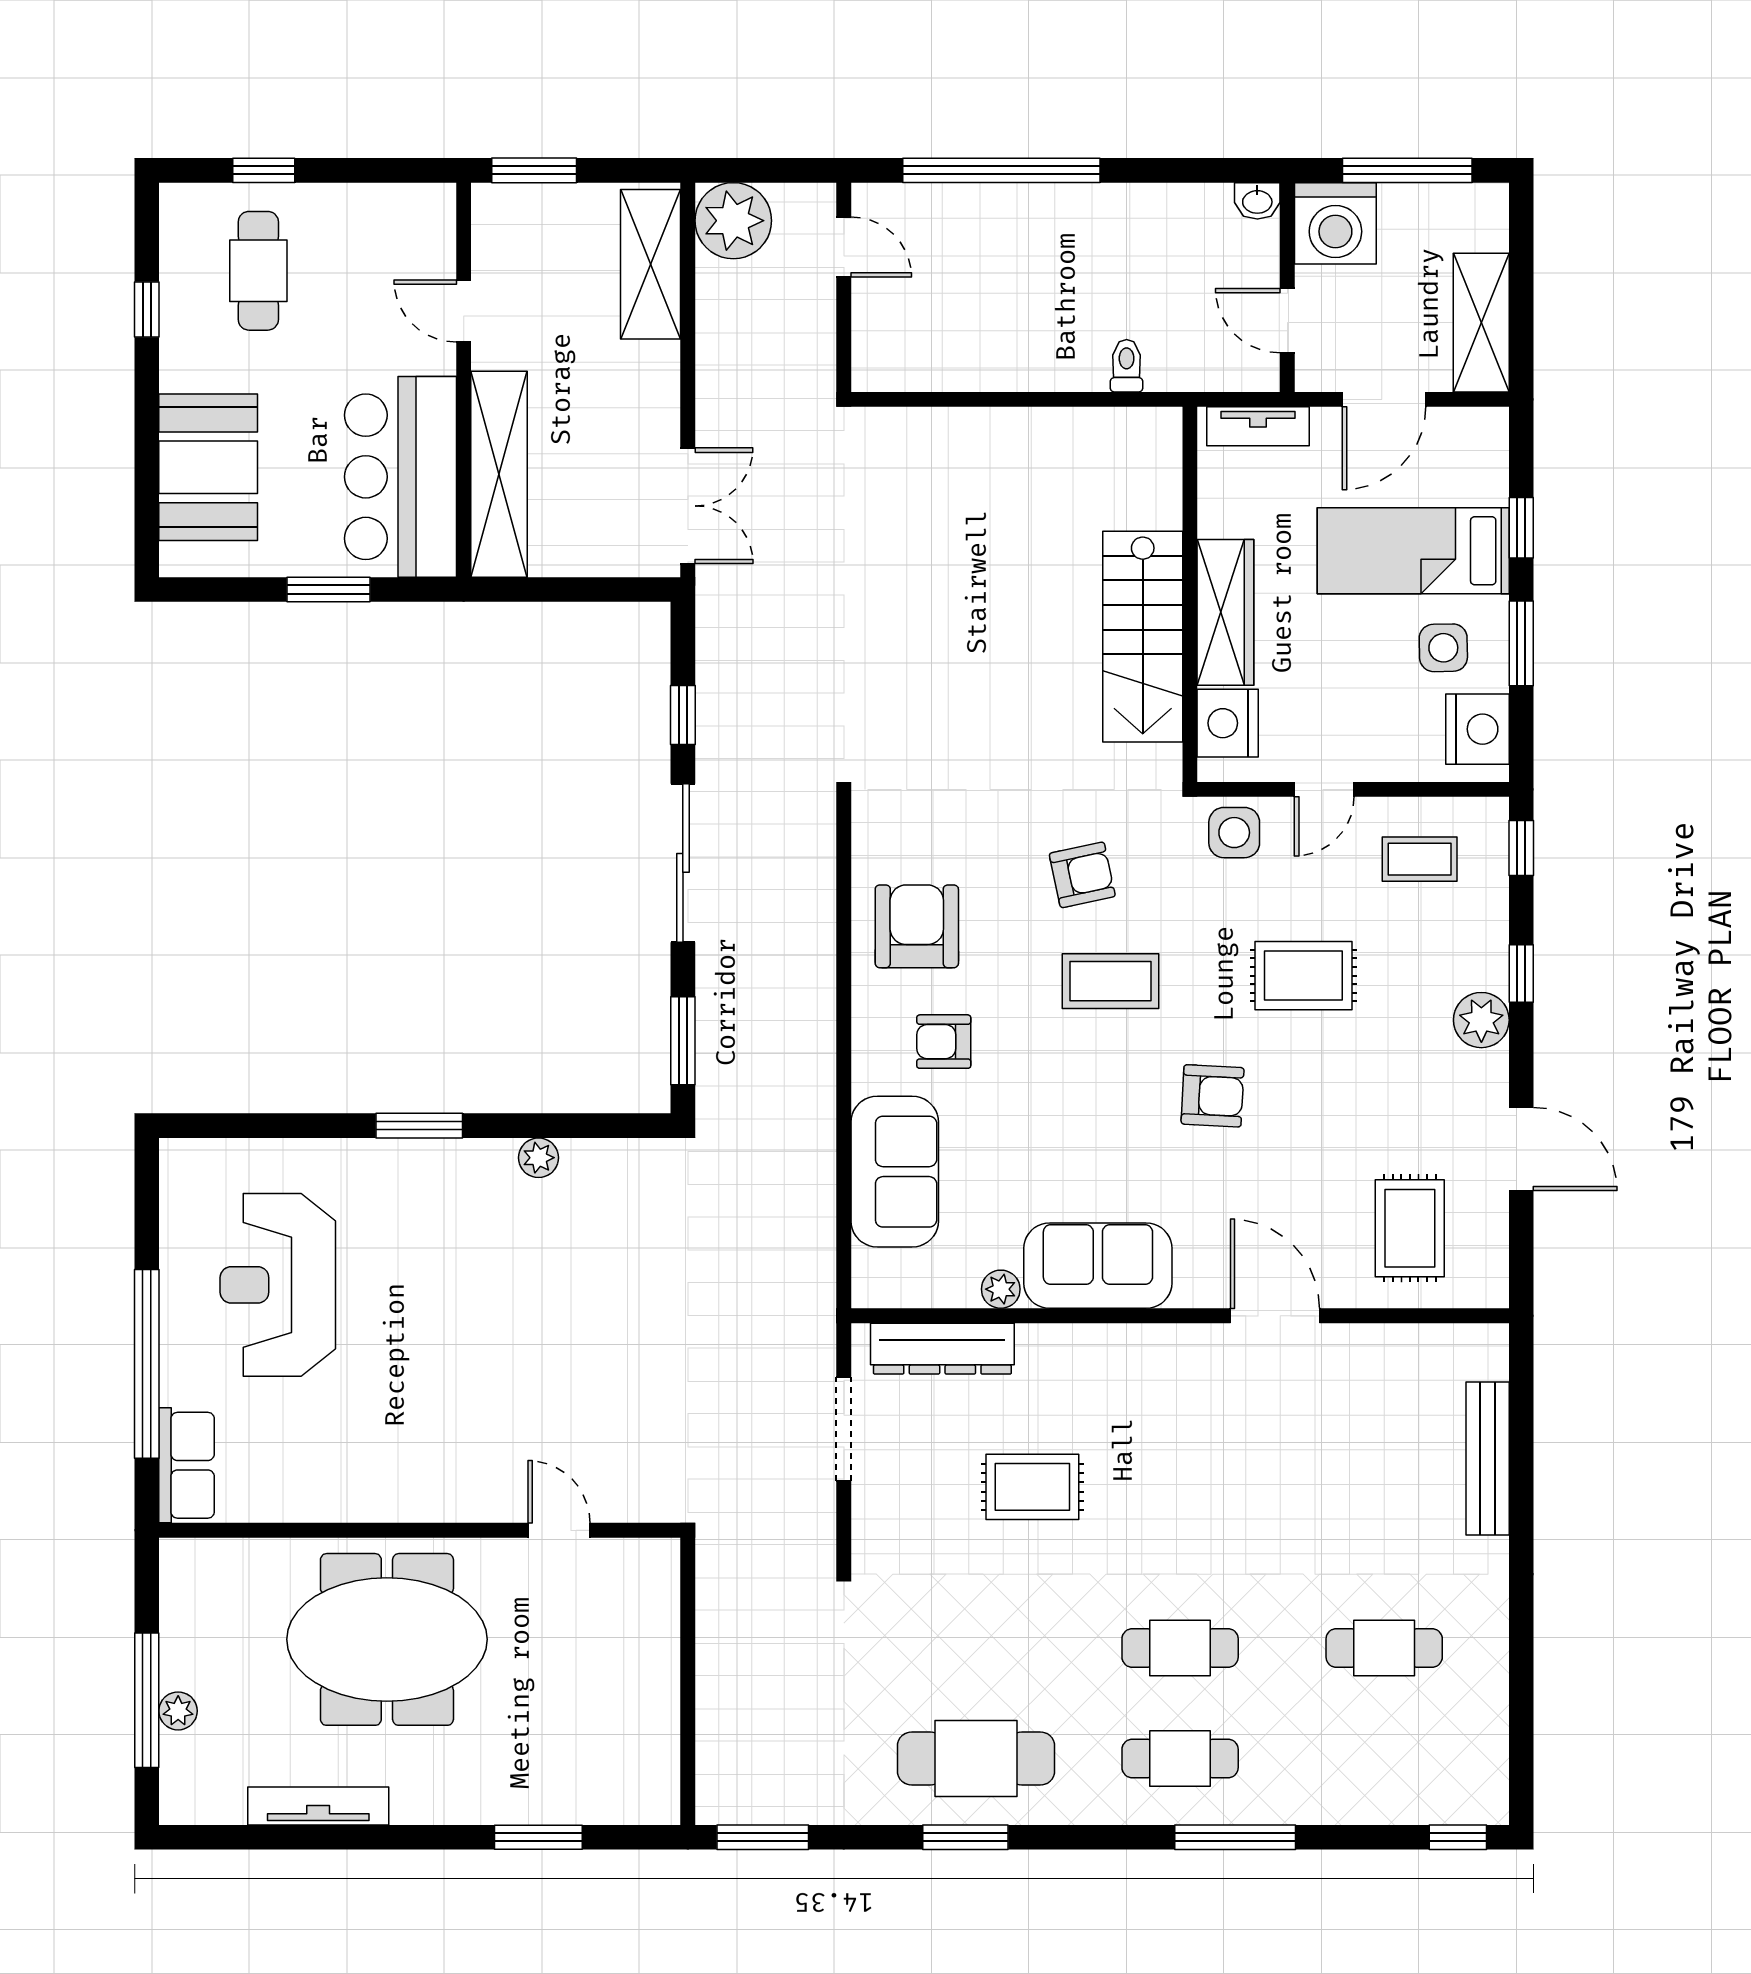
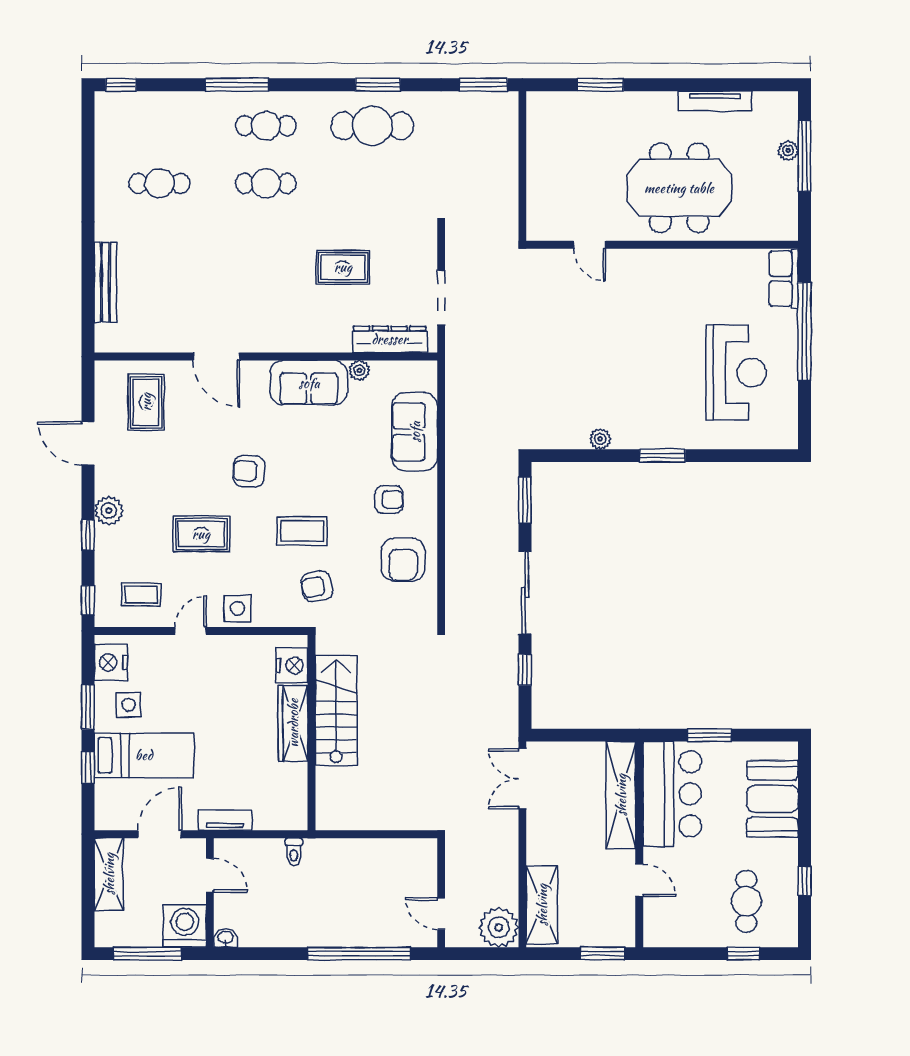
wall: (1190, 594) -> (312, 733), moved
wardrobe: (1225, 612) -> (293, 723), moved
stairs: (1143, 637) -> (336, 710), moved
nightstand: (1228, 723) -> (292, 665), moved

